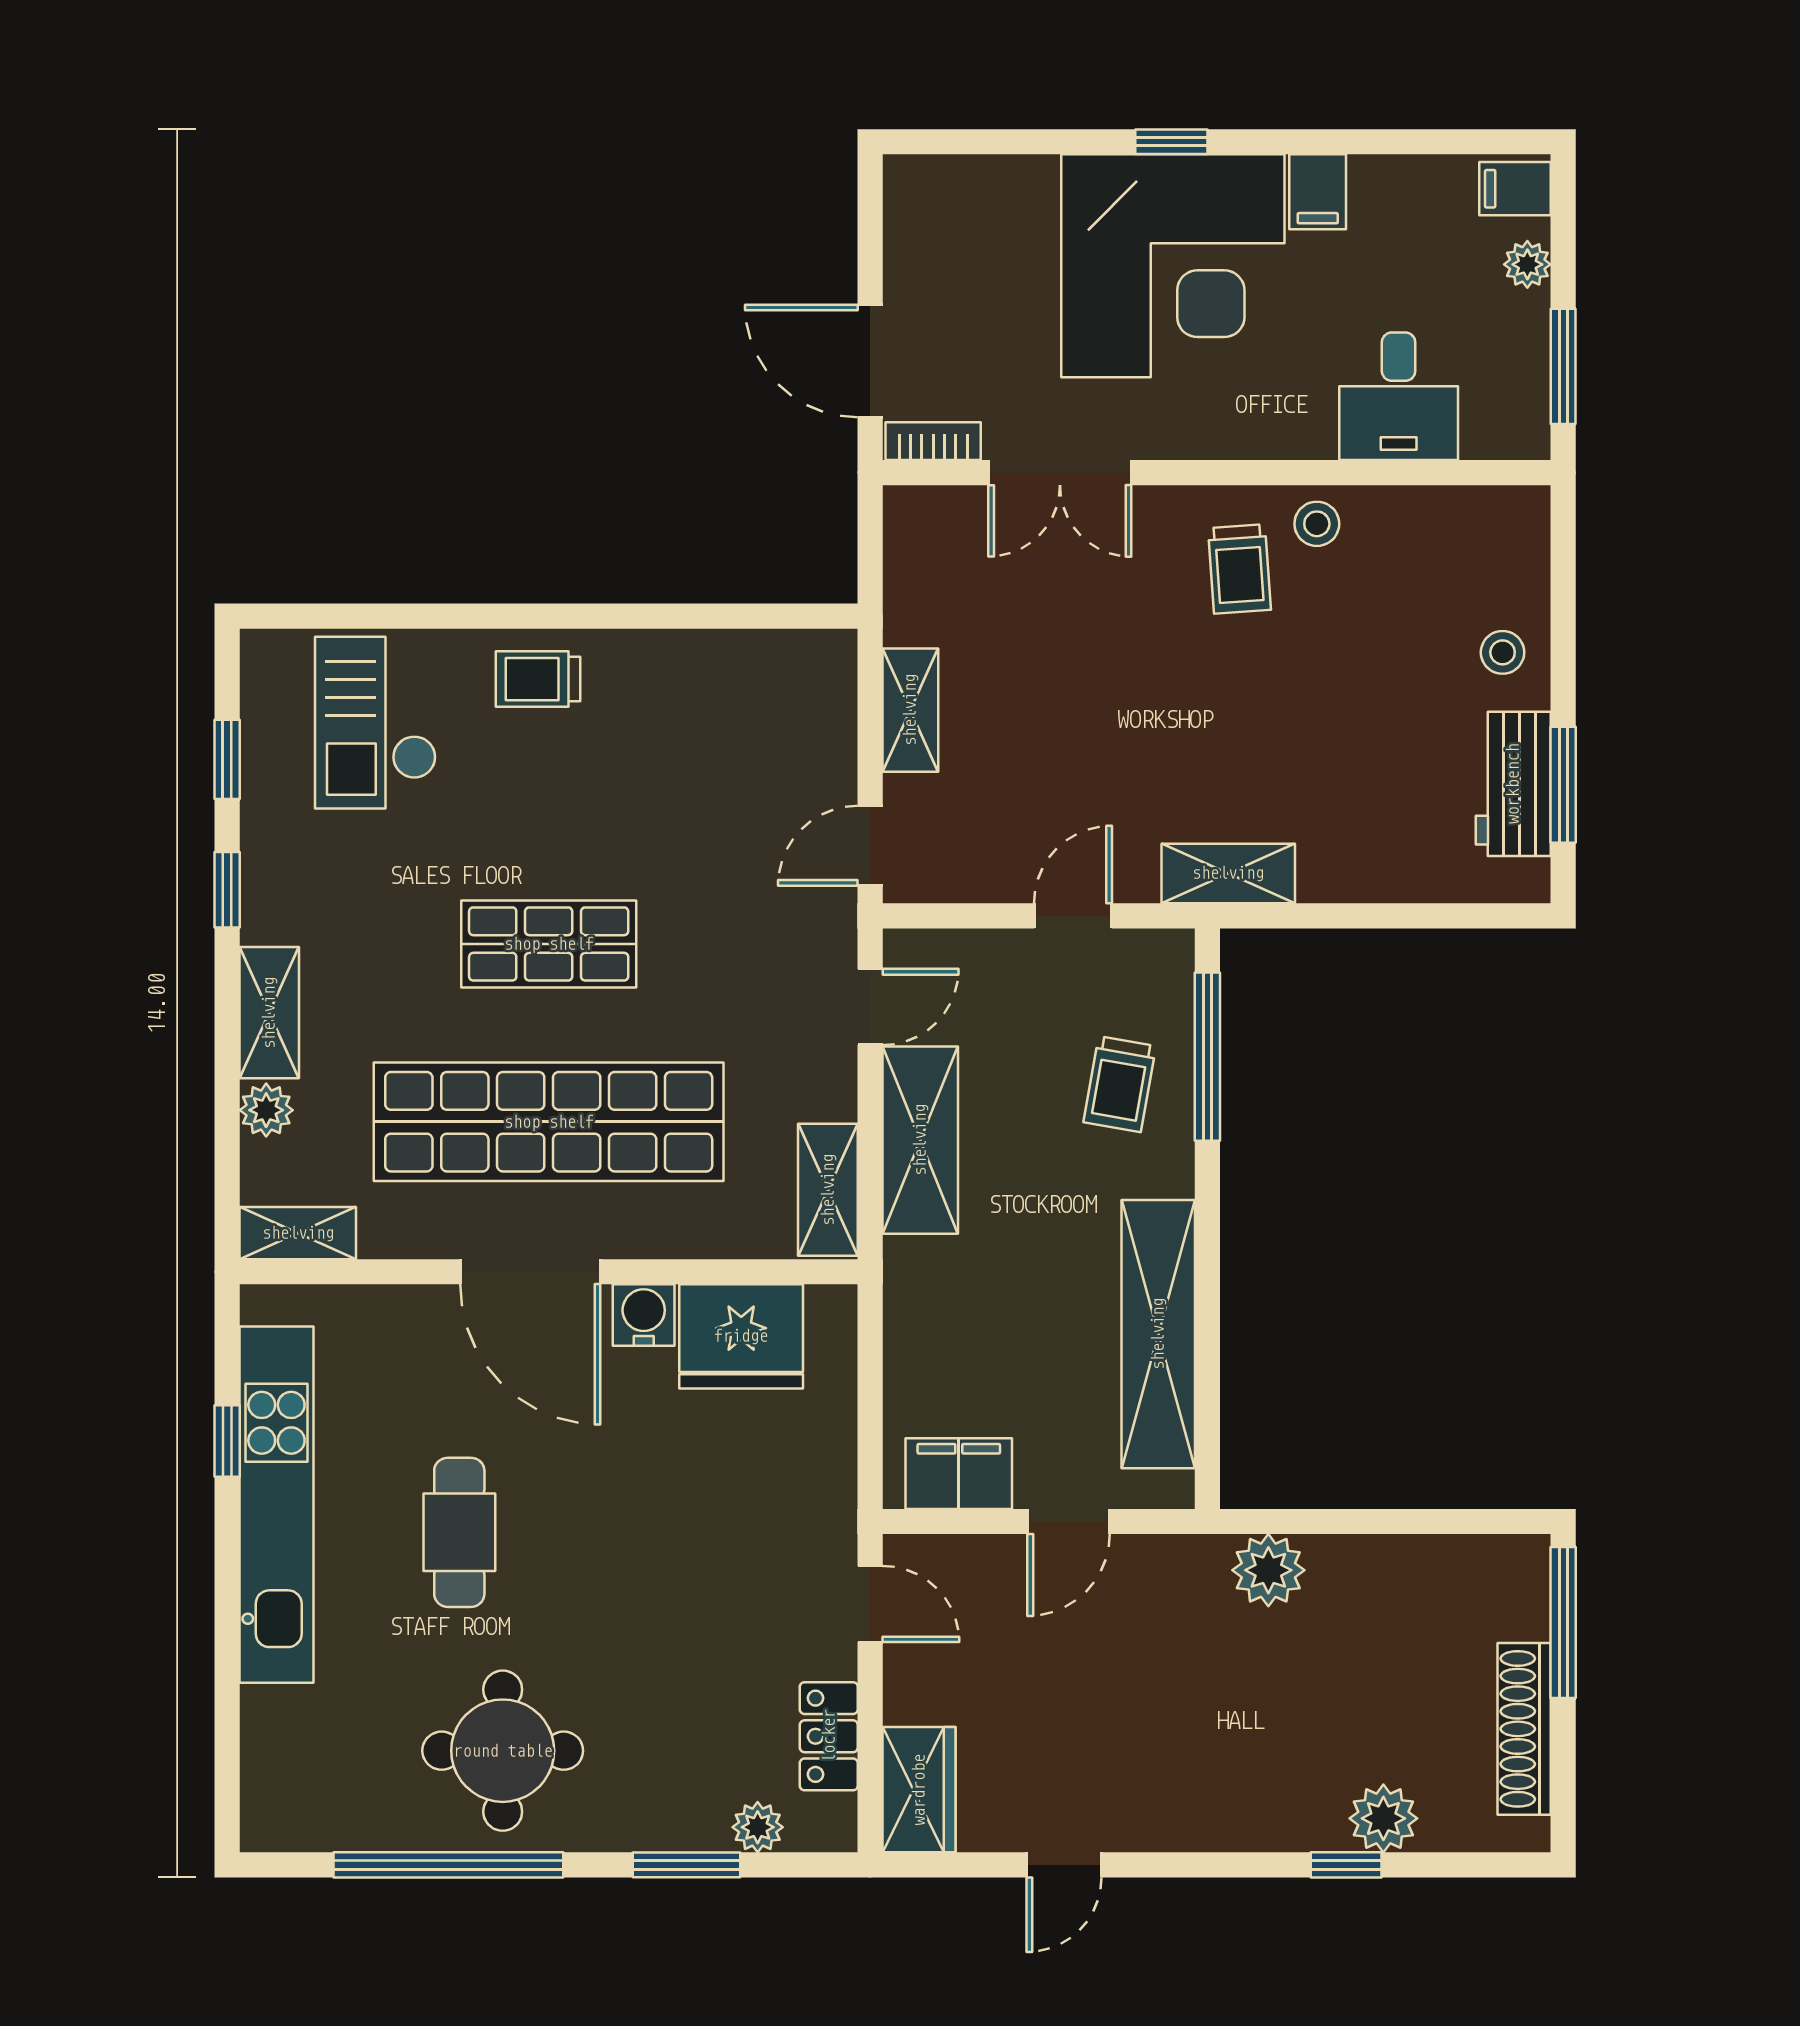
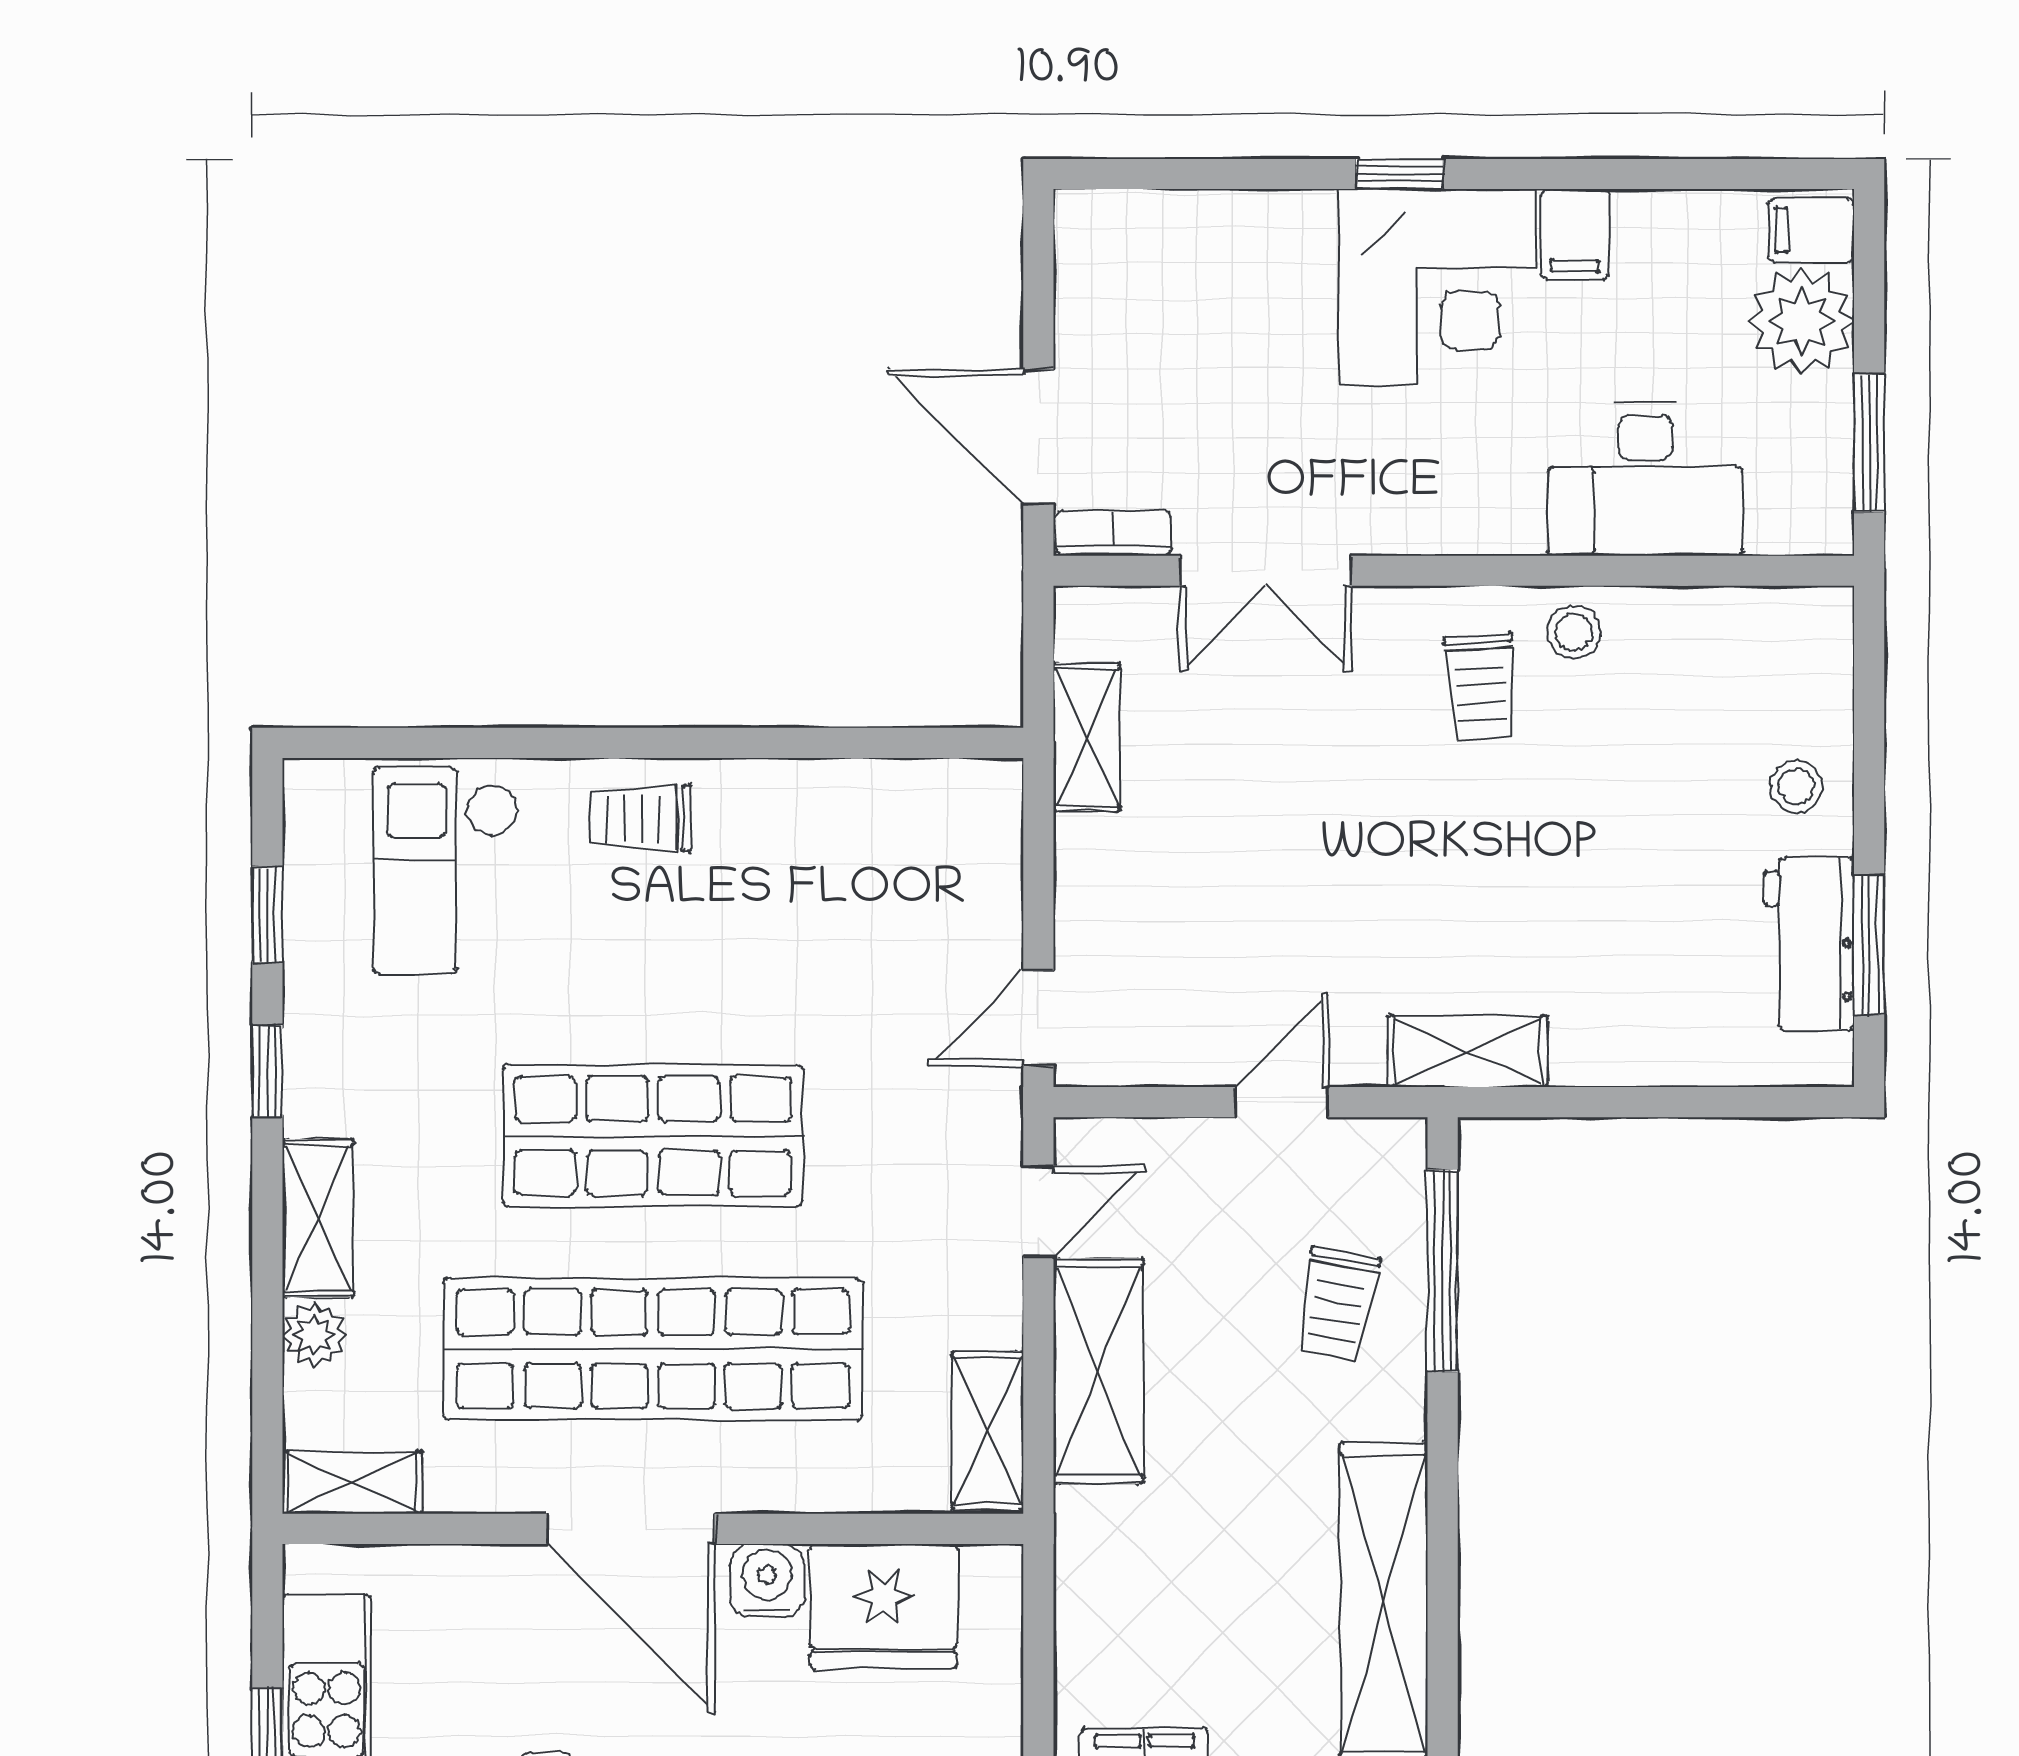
plant: (1527, 264) -> (1802, 321), width x1.88, depth x1.88
corner desk: (1173, 266) -> (1437, 287), width x0.74, depth x0.74
desk: (1399, 396) -> (1645, 479), width x1.37
shelving: (910, 710) -> (1087, 737), moved
shop shelf: (549, 944) -> (653, 1136), width x1.43, depth x1.36

